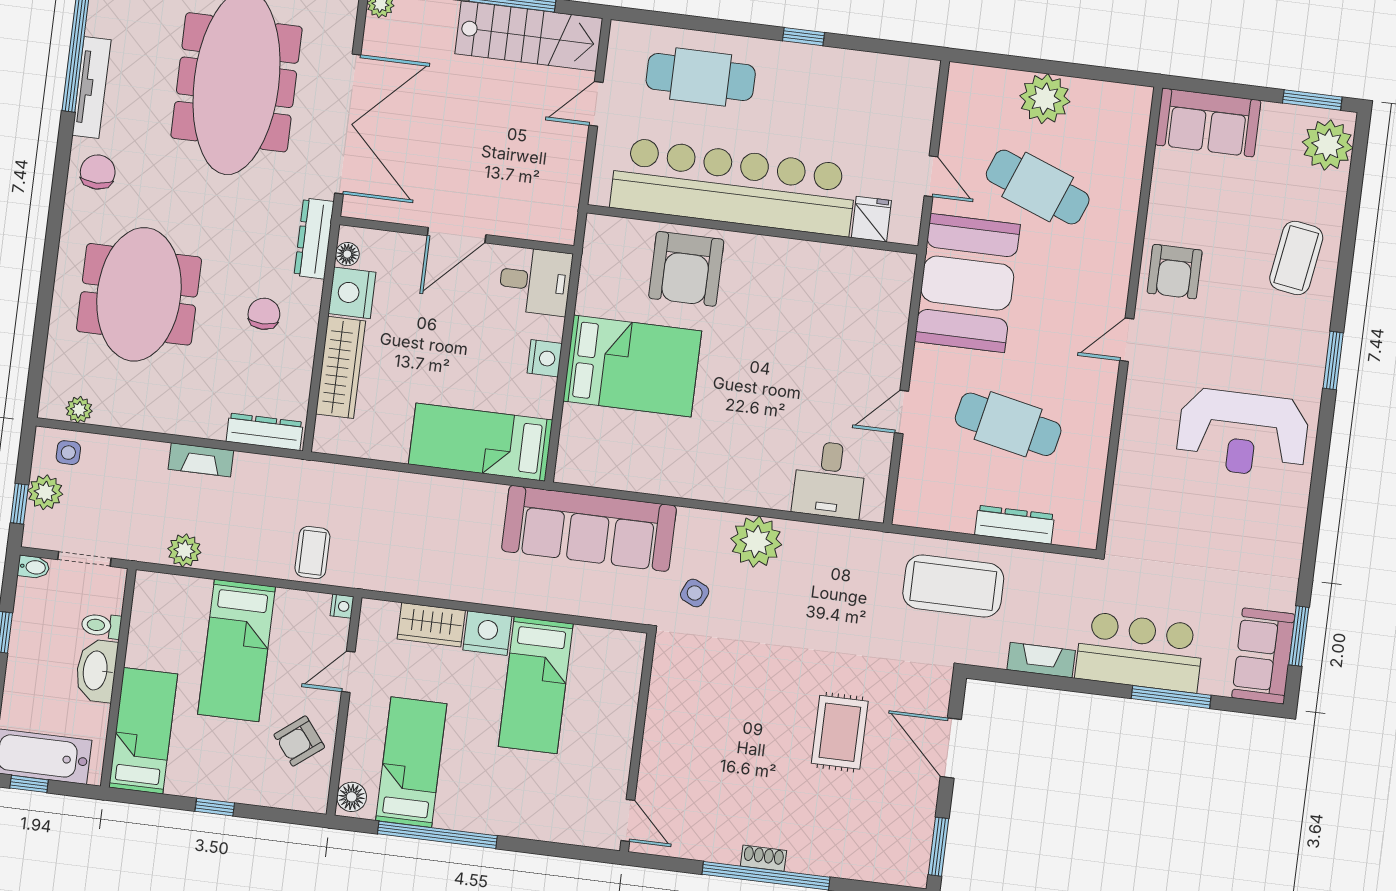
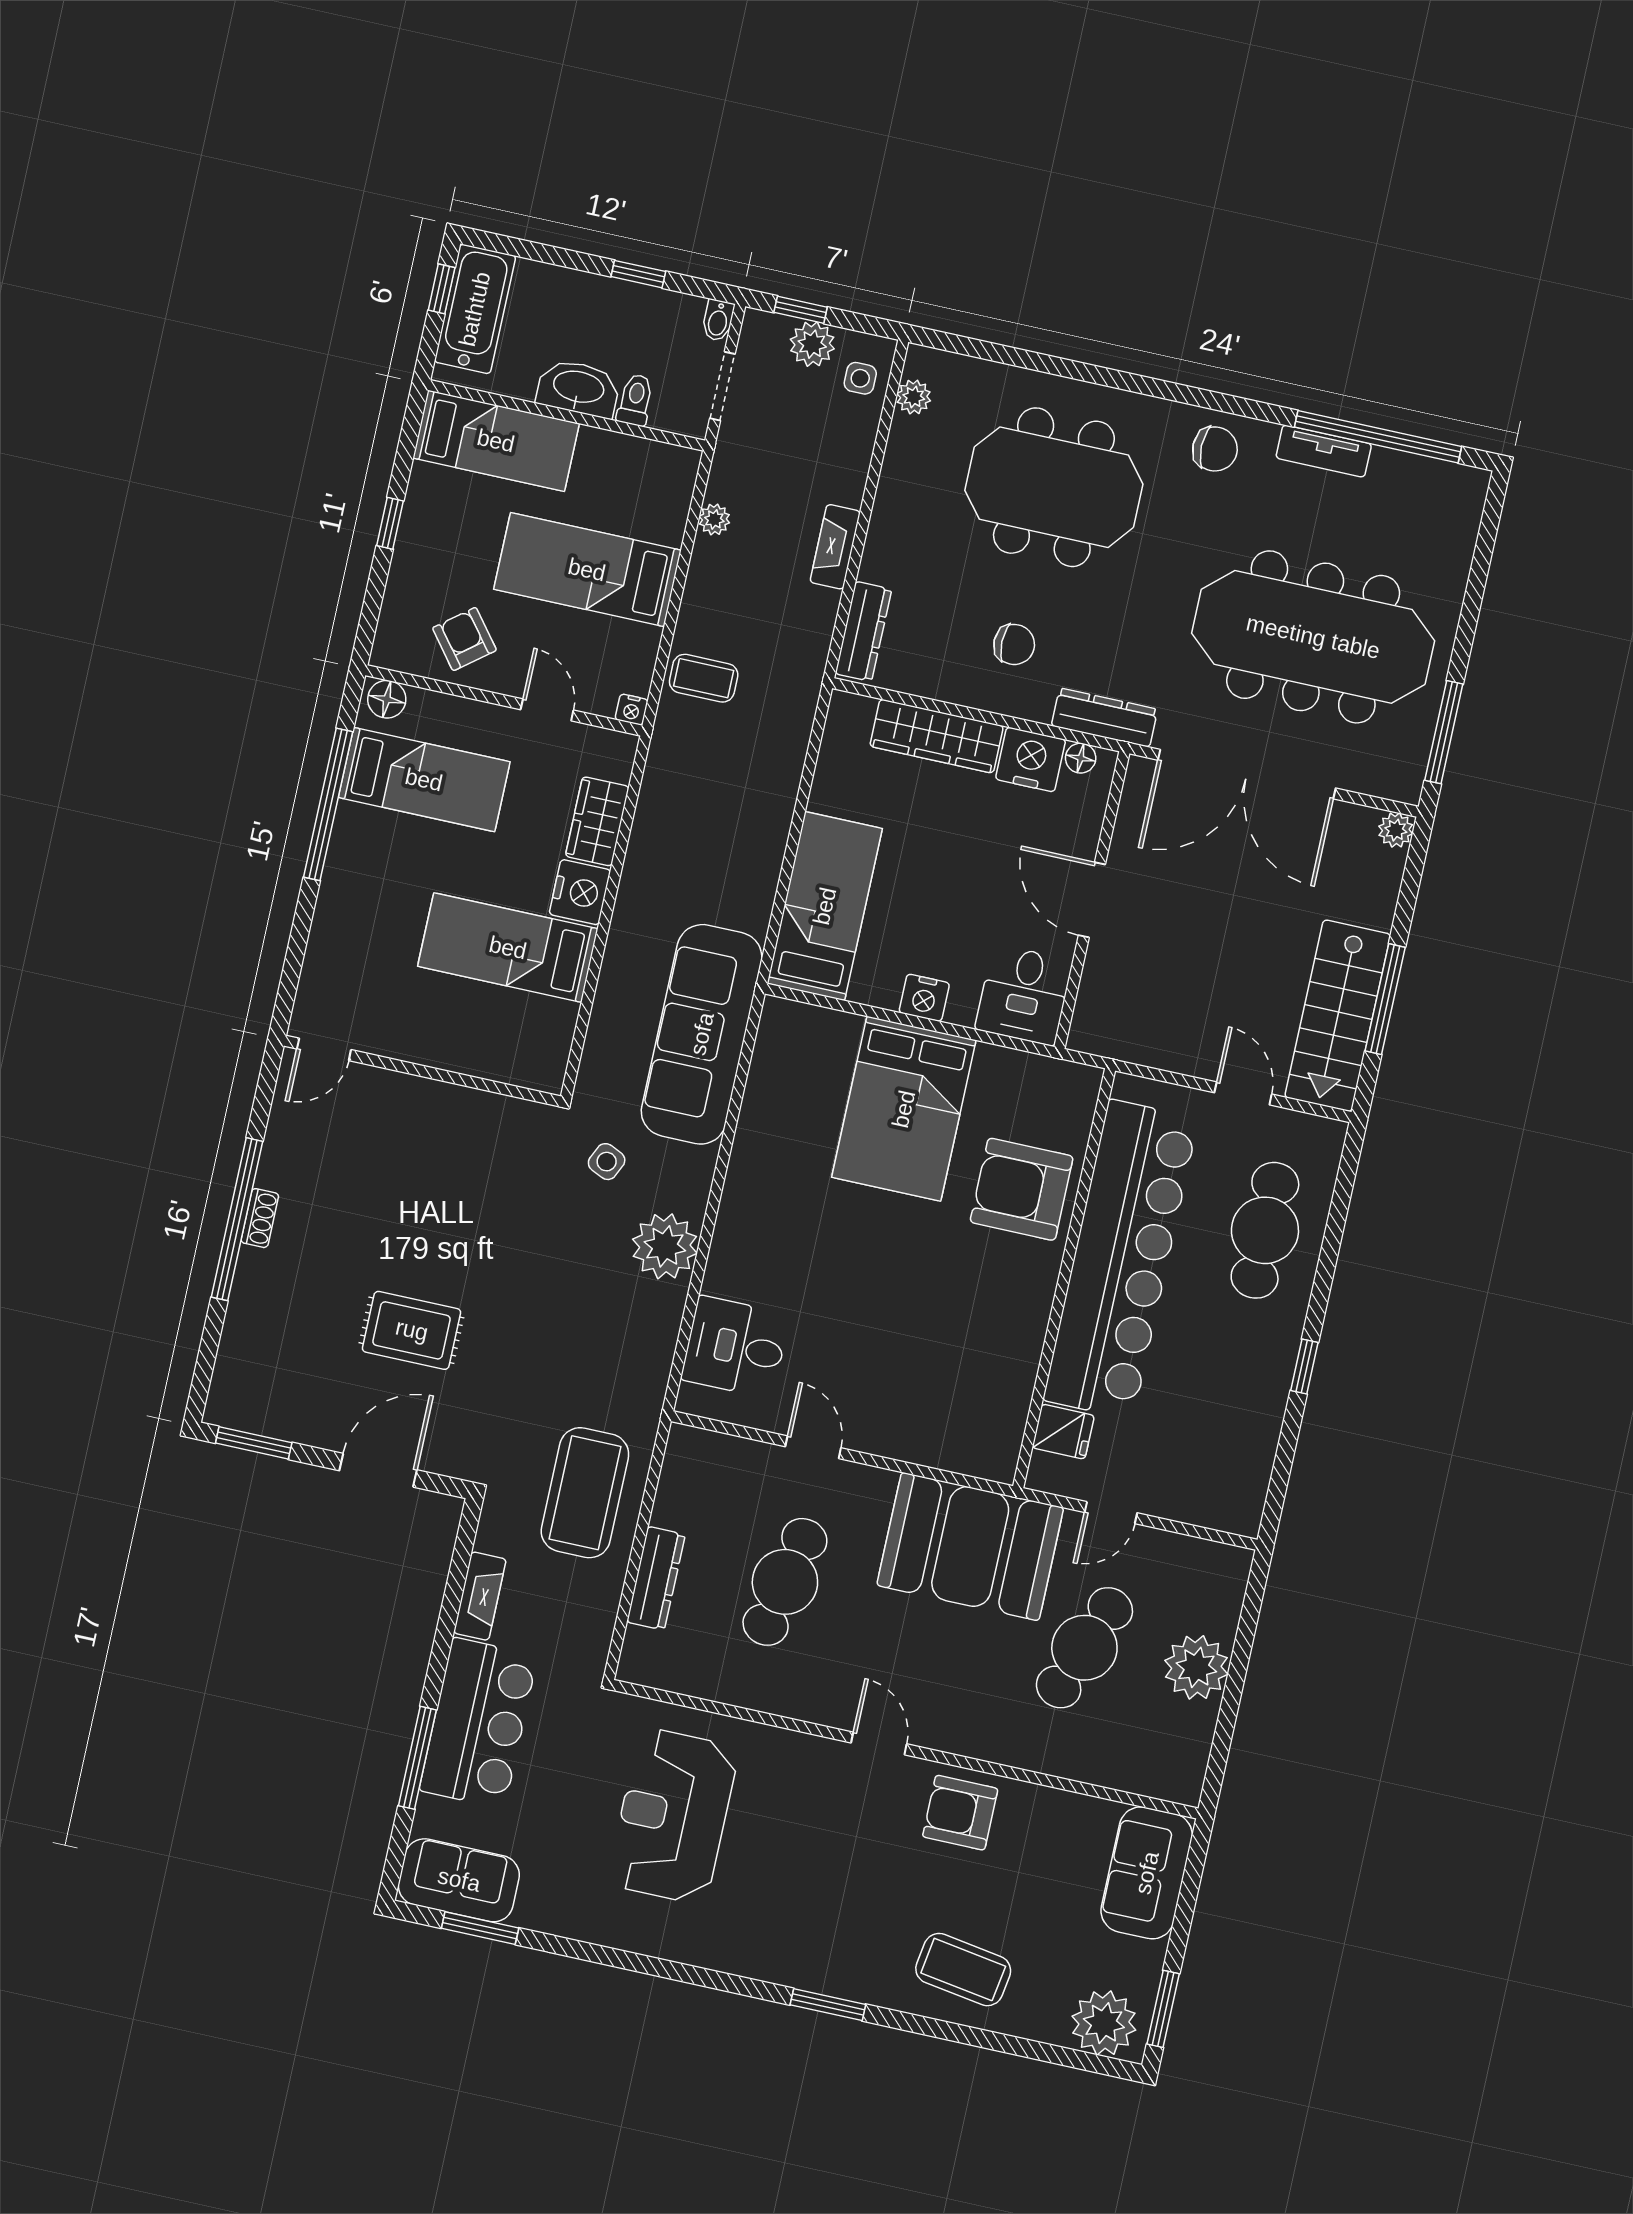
tv unit: (91, 88) -> (1324, 451), width x0.71
reception desk: (1243, 433) -> (673, 1816), moved
plant: (184, 550) -> (714, 519), width x0.73, depth x0.73

